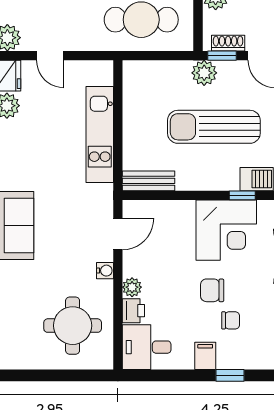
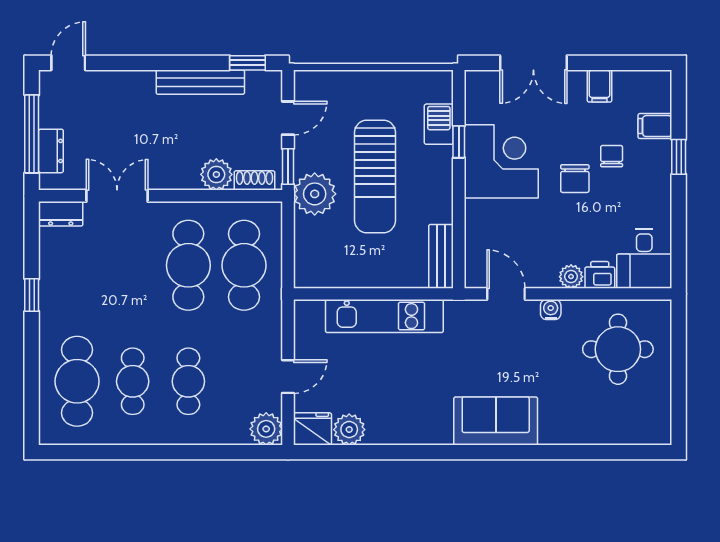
shoe rack: (228, 43) -> (254, 180), moved, turned 90
plant: (204, 73) -> (315, 194), width x1.36, depth x1.36
filing cabinet: (205, 356) -> (655, 126), moved

